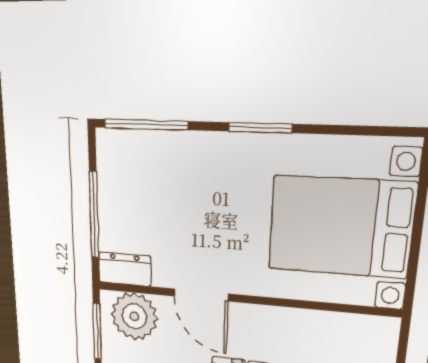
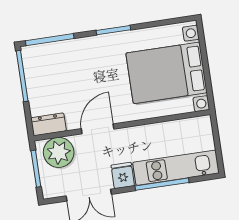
window: (94, 215) -> (22, 76), moved
door: (201, 295) -> (98, 129), swing flipped

